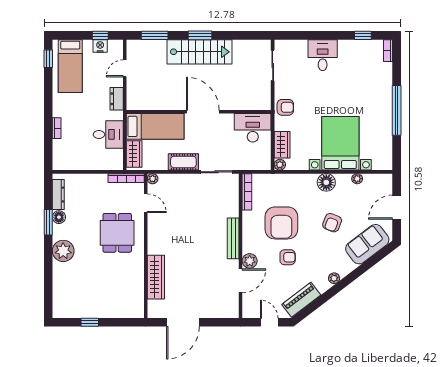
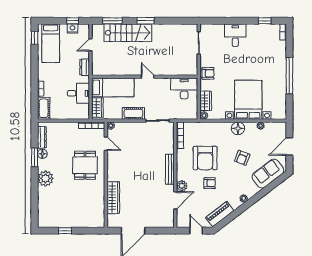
stairs: (199, 52) -> (128, 33), moved
door: (203, 112) -> (148, 77), width x0.53
cot: (61, 155) -> (44, 108), added

